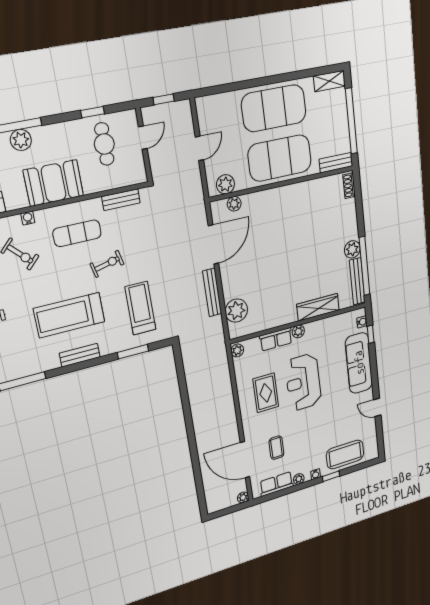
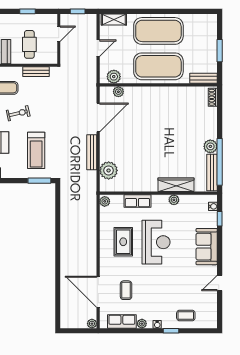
shelving: (329, 81) -> (114, 19), moved
window: (351, 121) -> (220, 51), width x0.47
cafe table: (104, 144) -> (29, 44), moved
treadmill: (140, 308) -> (36, 150), turned 180
plant: (298, 331) -> (174, 200), moved
window: (133, 352) -> (39, 181), moved
sofa: (359, 363) -> (207, 247), width x0.73
reception desk: (303, 382) -> (156, 242), turned 180
door: (377, 407) -> (220, 283), hinge flipped
coffee table: (345, 454) -> (186, 315), width x0.54, depth x0.58

